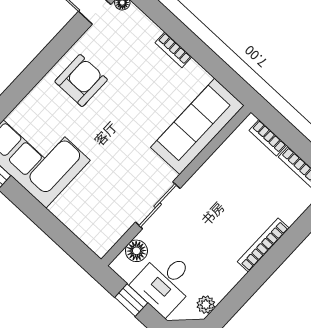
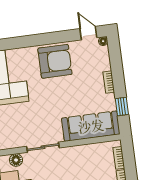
window: (217, 68) -> (122, 107), added
armchair: (81, 81) -> (55, 61), width x1.36, depth x1.36

